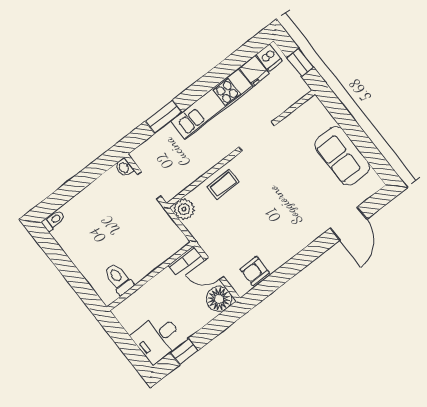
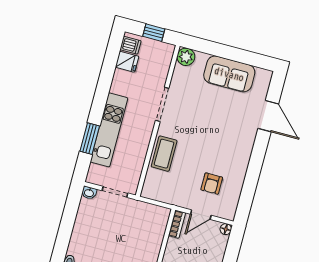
kitchen unit: (212, 104) -> (109, 130), moved
coffee table: (223, 184) -> (164, 154), width x1.36, depth x1.30
plant: (184, 209) -> (186, 57), moved
armchair: (255, 271) -> (212, 184), moved
floor lamp: (219, 299) -> (226, 229), width x0.53, depth x0.53

